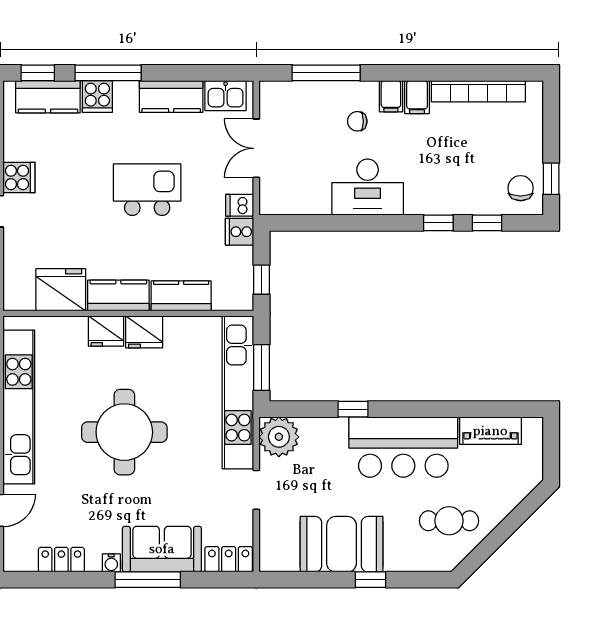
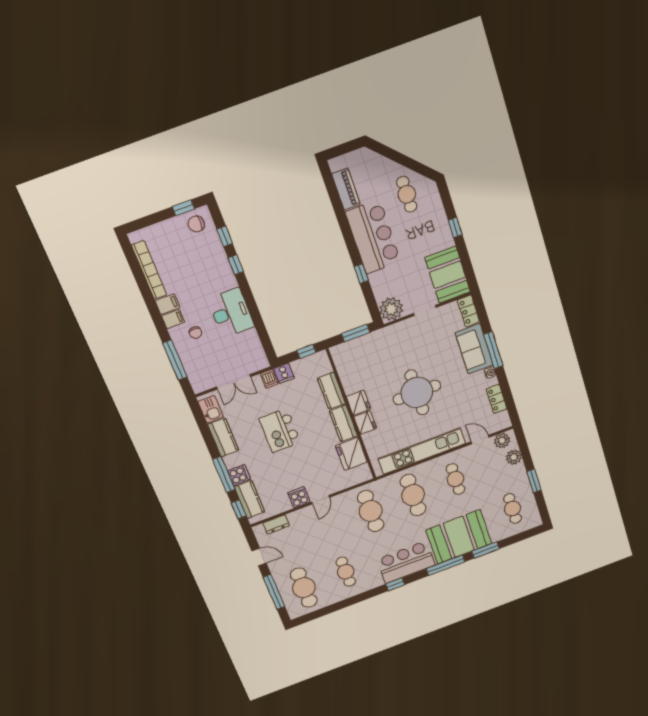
kitchen unit: (238, 392) -> (374, 341), removed
booth: (342, 544) -> (448, 275), moved

